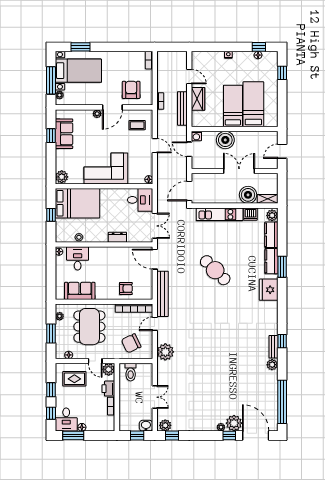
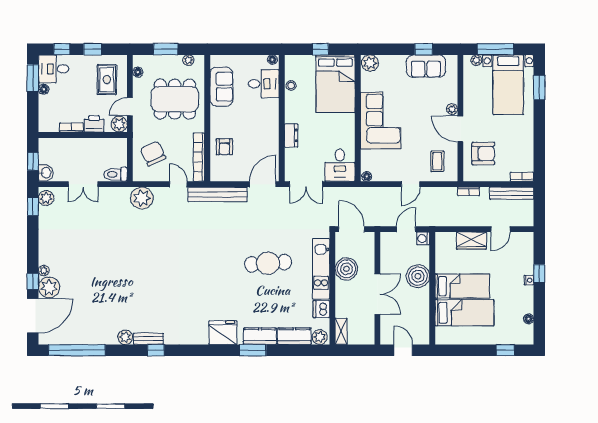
window: (259, 47) -> (539, 274), moved
bench: (182, 108) -> (512, 193), moved
boiler: (248, 195) -> (346, 269), moved
cafe table: (215, 270) -> (268, 263), moved, turned 41
toilet: (131, 372) -> (115, 174), moved

